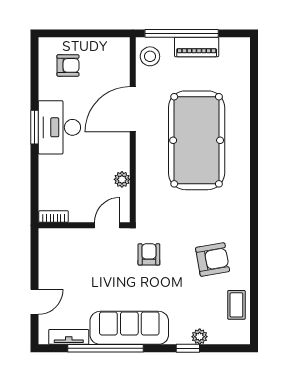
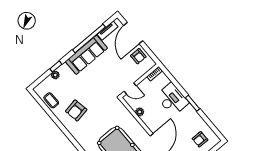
desk: (59, 127) -> (172, 99), moved
door: (107, 225) -> (130, 88), hinge flipped
armchair: (149, 254) -> (138, 56), moved
door: (35, 302) -> (133, 33), width x1.88

